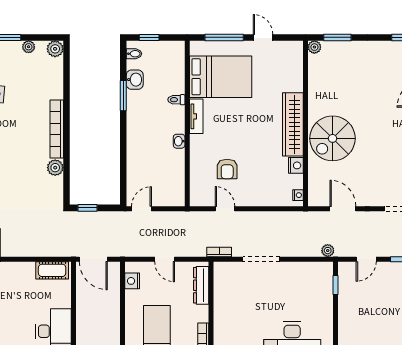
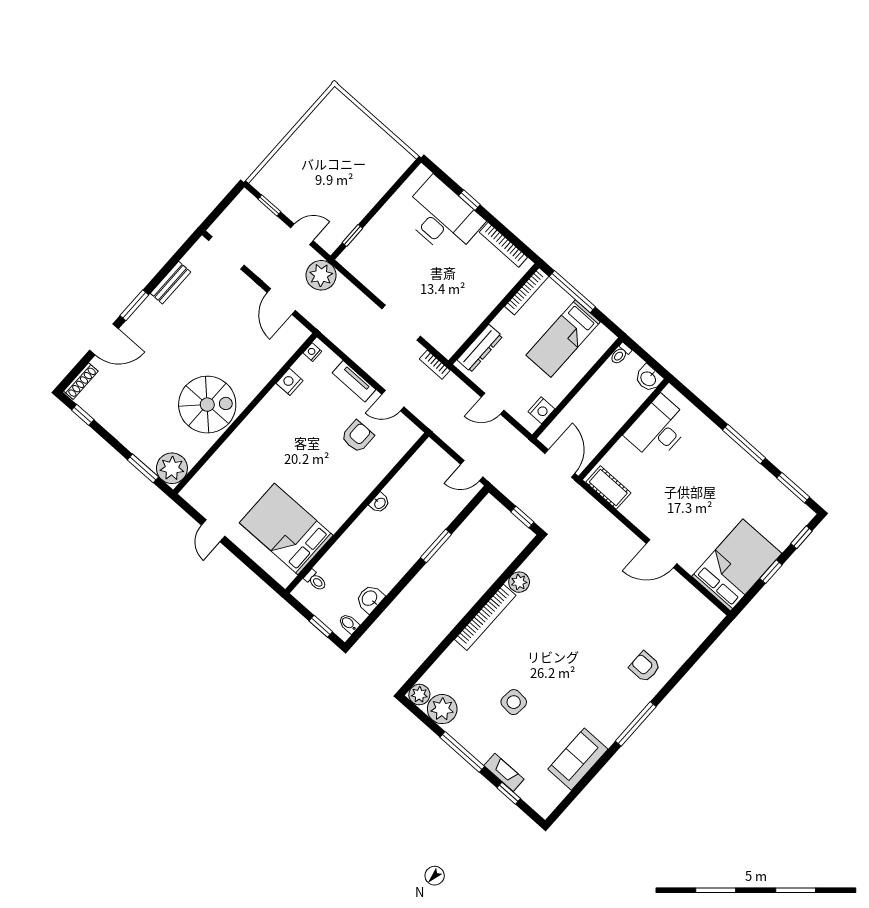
window: (224, 37) -> (250, 563), removed
plant: (29, 47) -> (442, 709), width x1.87, depth x1.87
plant: (314, 47) -> (172, 468), width x1.88, depth x1.88
window: (123, 96) -> (436, 546), moved
toilet: (176, 100) -> (316, 580), moved
tv unit: (196, 116) -> (354, 381), moved, turned -90
wardrobe: (293, 124) -> (258, 423), removed
spiral stairs: (333, 138) -> (207, 405), moved
door: (225, 209) -> (393, 401), hinge flipped
plant: (328, 251) -> (321, 275), width x1.87, depth x1.87
door: (165, 259) -> (493, 404), swing flipped

